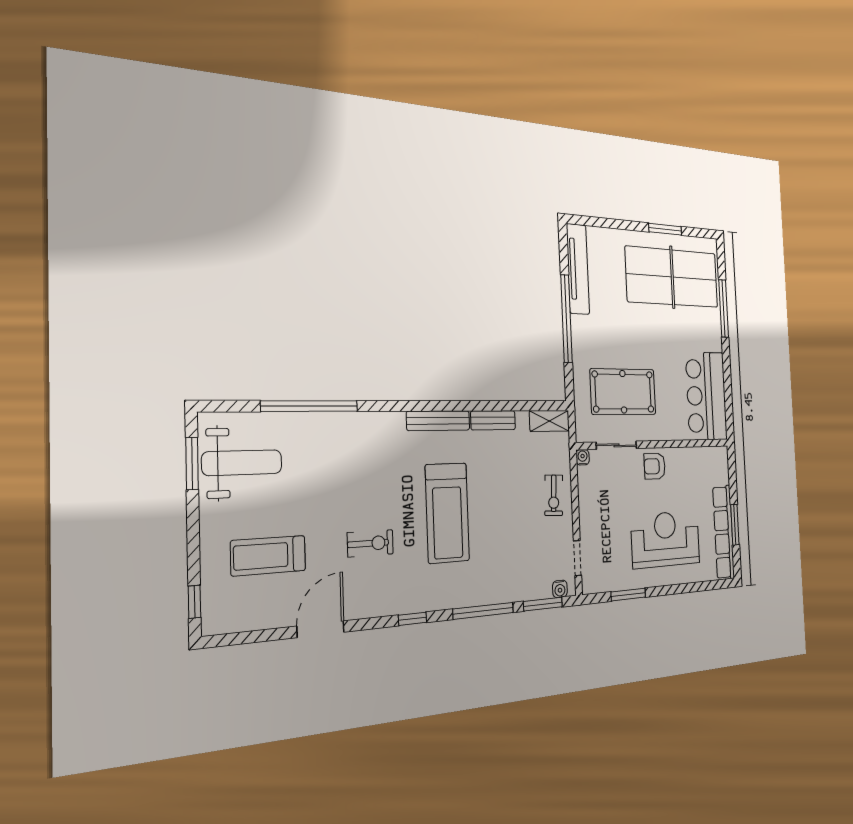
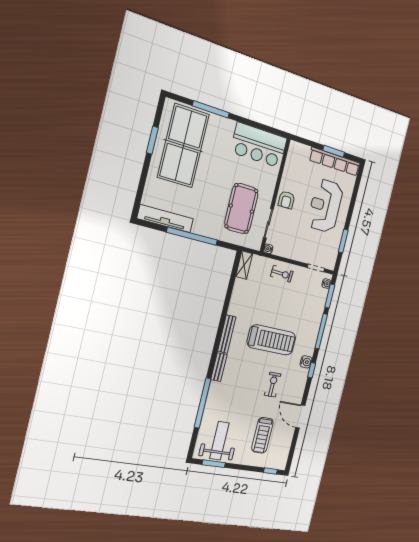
bench: (493, 420) -> (219, 367), moved
water cooler: (425, 600) -> (306, 362), added

